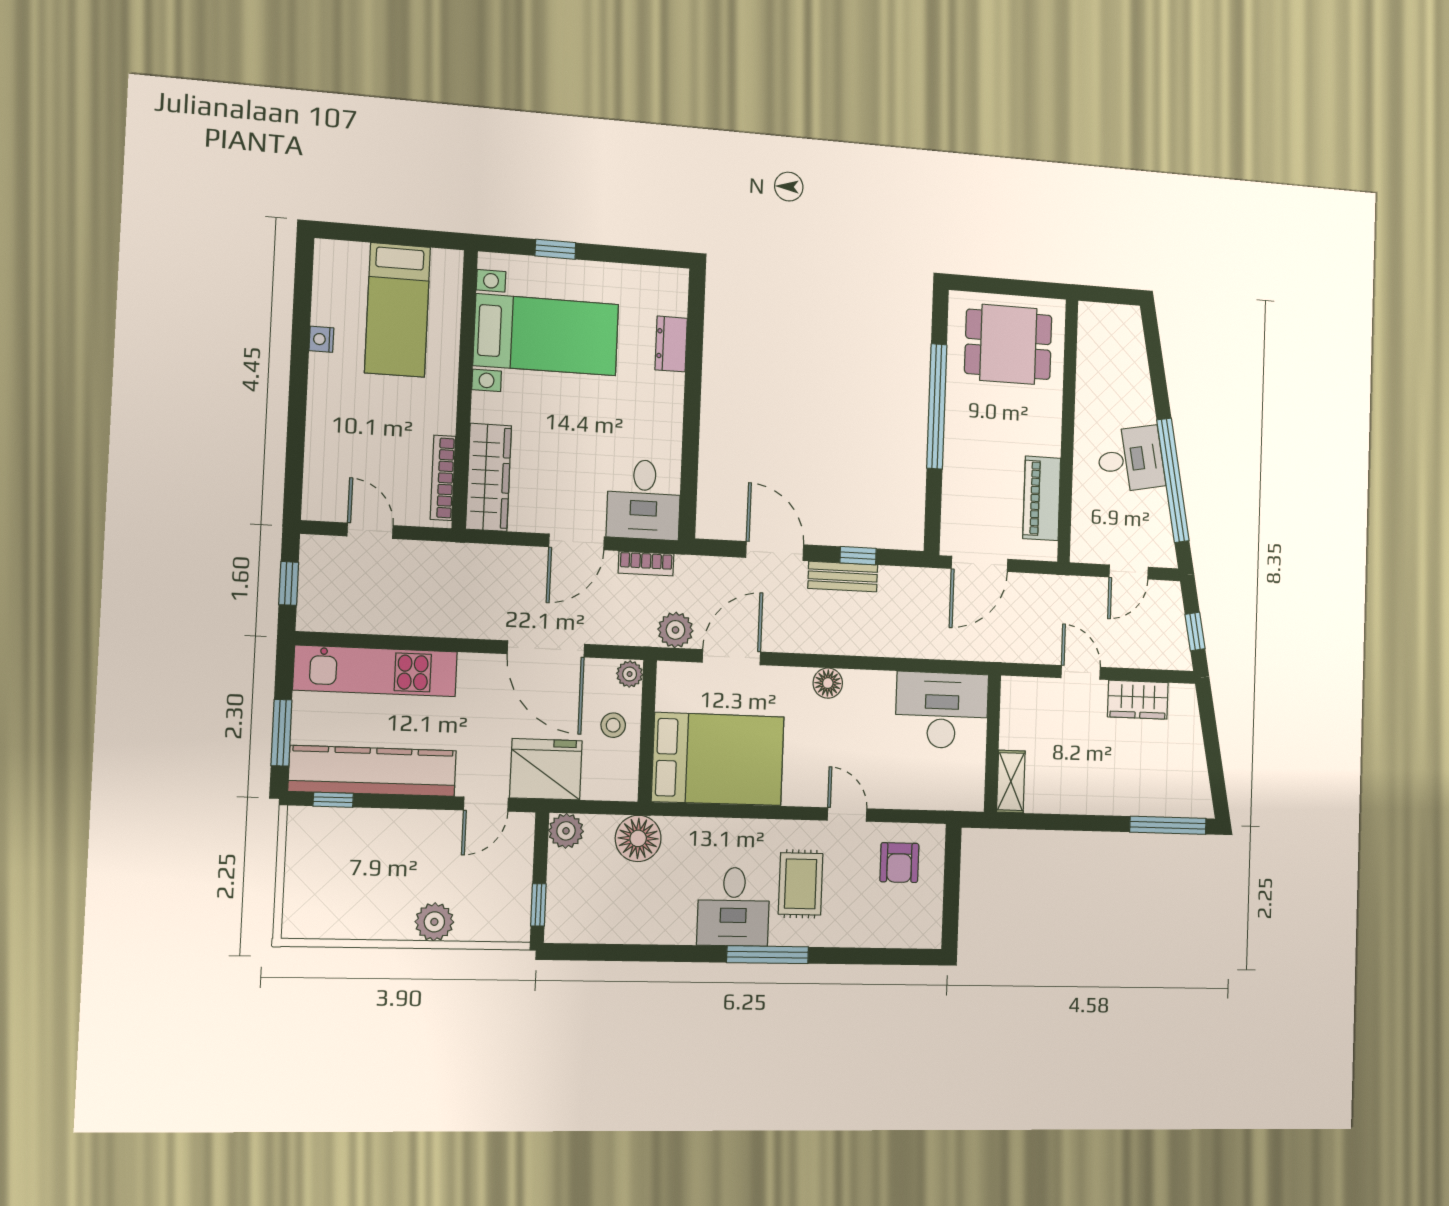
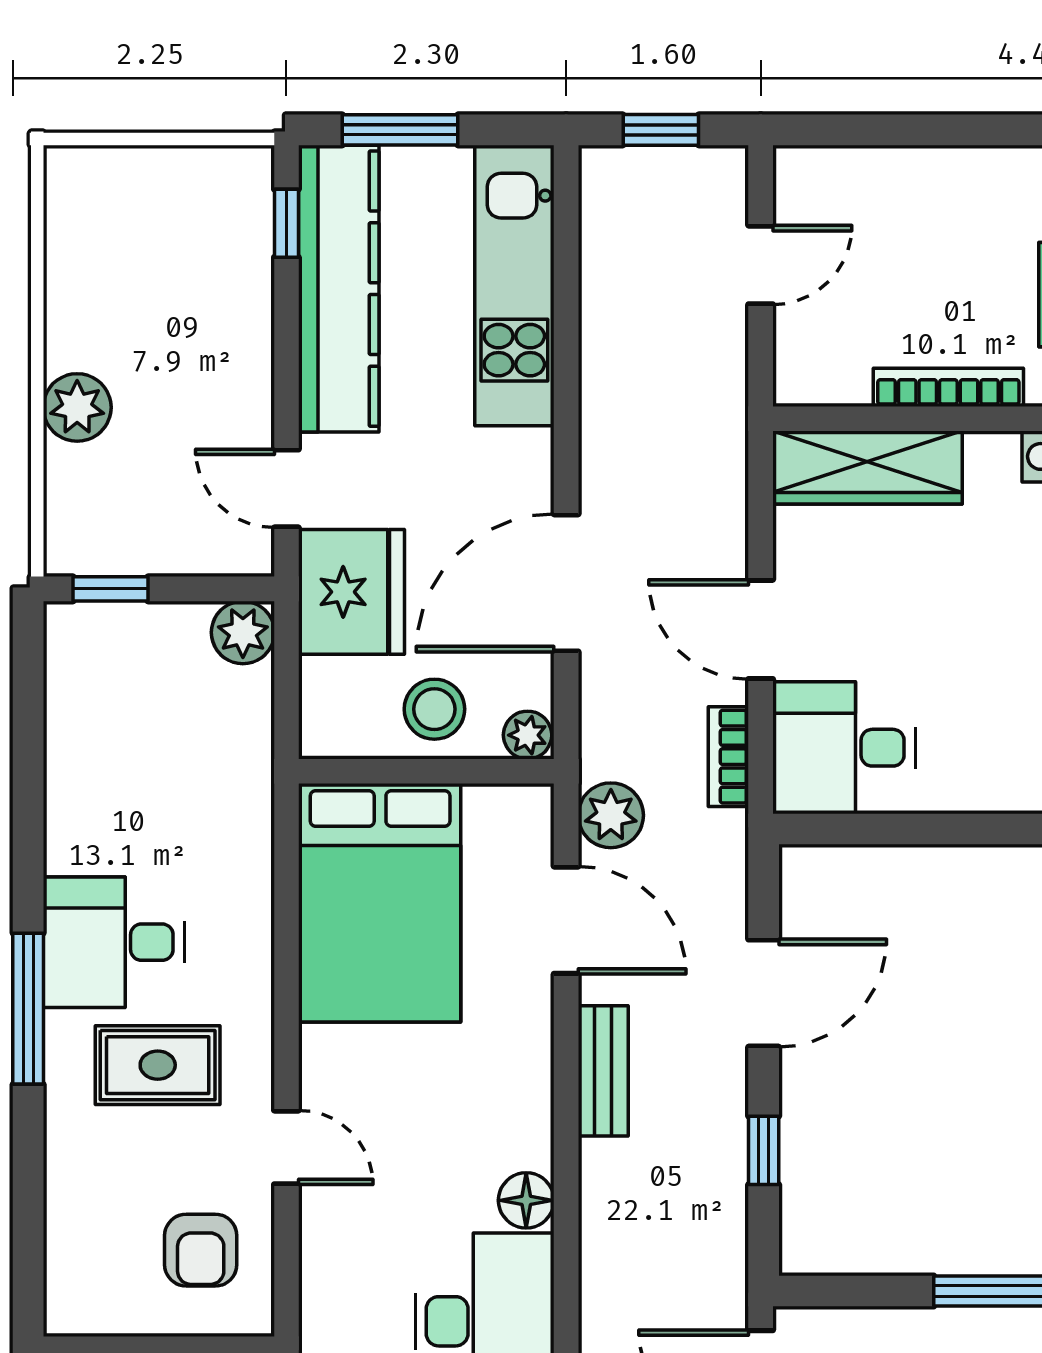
bookcase: (443, 478) -> (948, 387), moved
bench: (843, 577) -> (603, 1071), moved
floor lamp: (828, 683) -> (526, 1200), moved
stool: (613, 725) -> (434, 709), width x1.37, depth x1.37
door: (847, 814) -> (286, 1147), hinge flipped
floor lamp: (638, 838) -> (233, 763), removed
armchair: (899, 863) -> (201, 1250), turned -90

